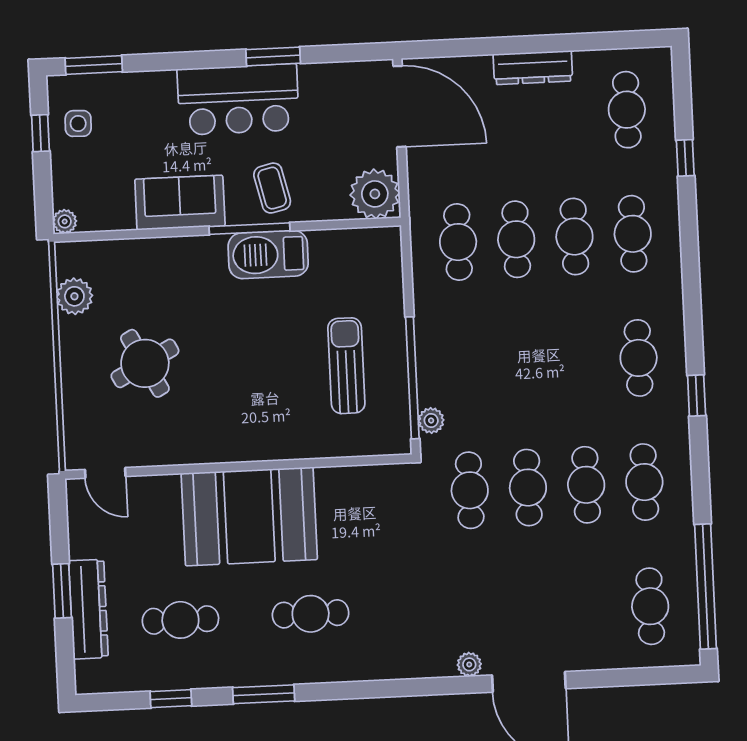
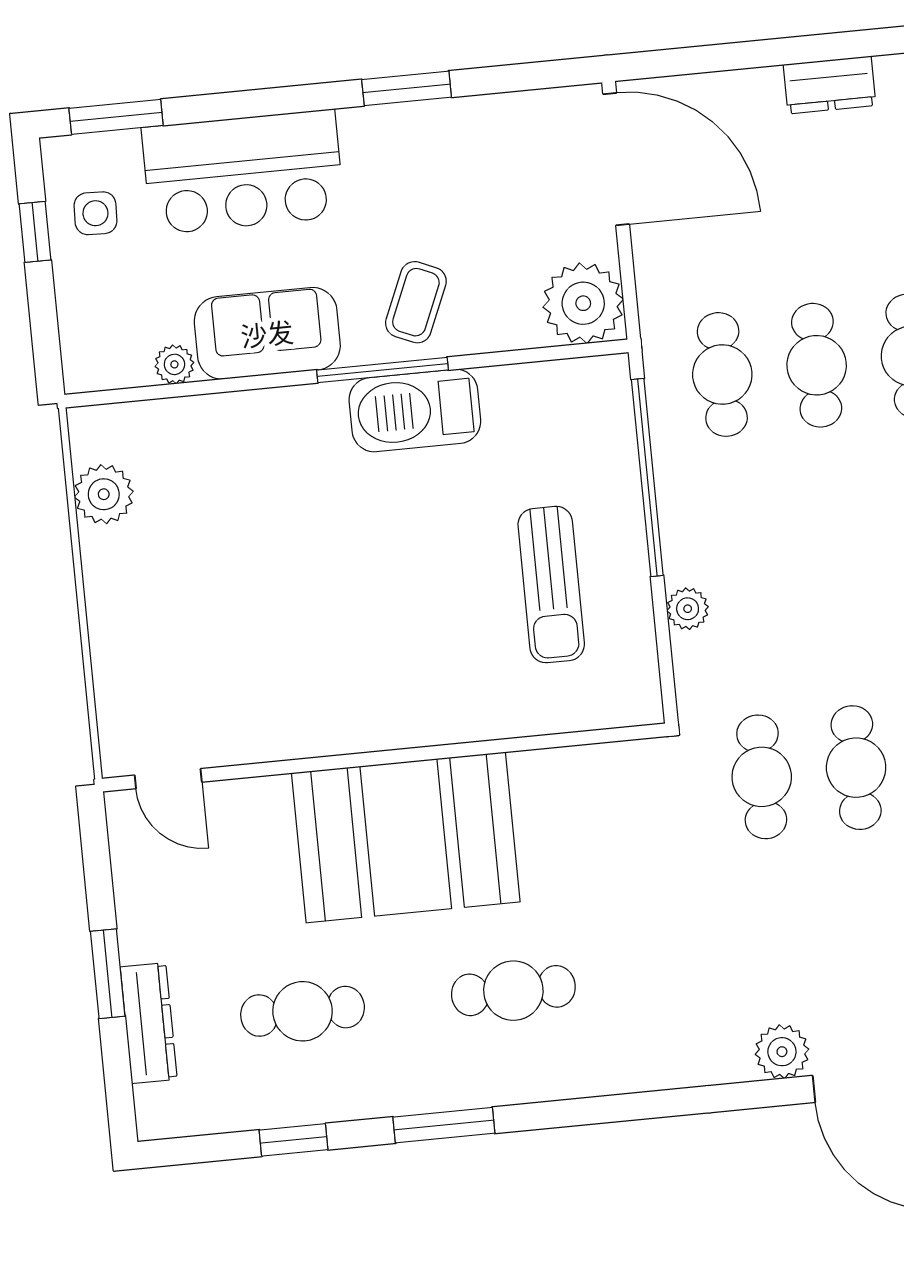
dresser: (533, 68) -> (830, 85), width x0.70
bar counter: (238, 99) -> (243, 172), moved
coffee table: (272, 188) -> (416, 302), turned 36
plant: (65, 221) -> (174, 364), moved
round table: (145, 363) -> (224, 597), removed
sun lounger: (346, 366) -> (551, 585), turned 180
window: (412, 378) -> (647, 477), moved
plant: (431, 421) -> (688, 609), moved
dresser: (88, 609) -> (149, 1023), width x0.73, depth x0.80
plant: (469, 664) -> (782, 1052), width x1.38, depth x1.38

